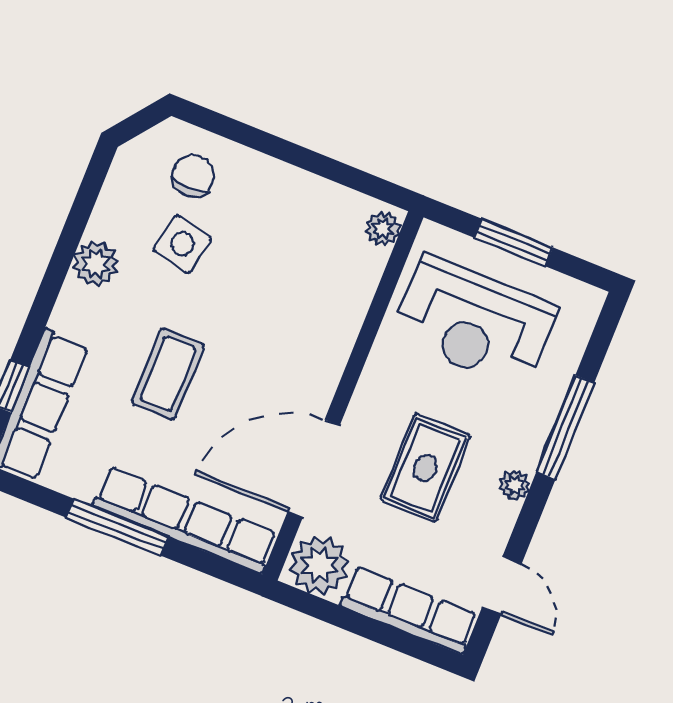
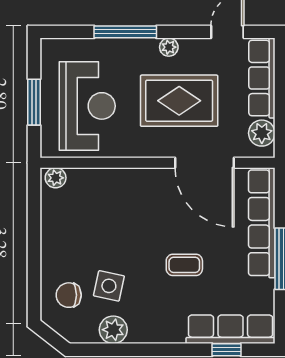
plant: (96, 264) -> (113, 330), moved
coffee table: (168, 374) -> (184, 265), width x0.73, depth x0.77
rug: (425, 468) -> (179, 101), width x1.36, depth x1.43
plant: (319, 565) -> (262, 133), width x0.73, depth x0.73

